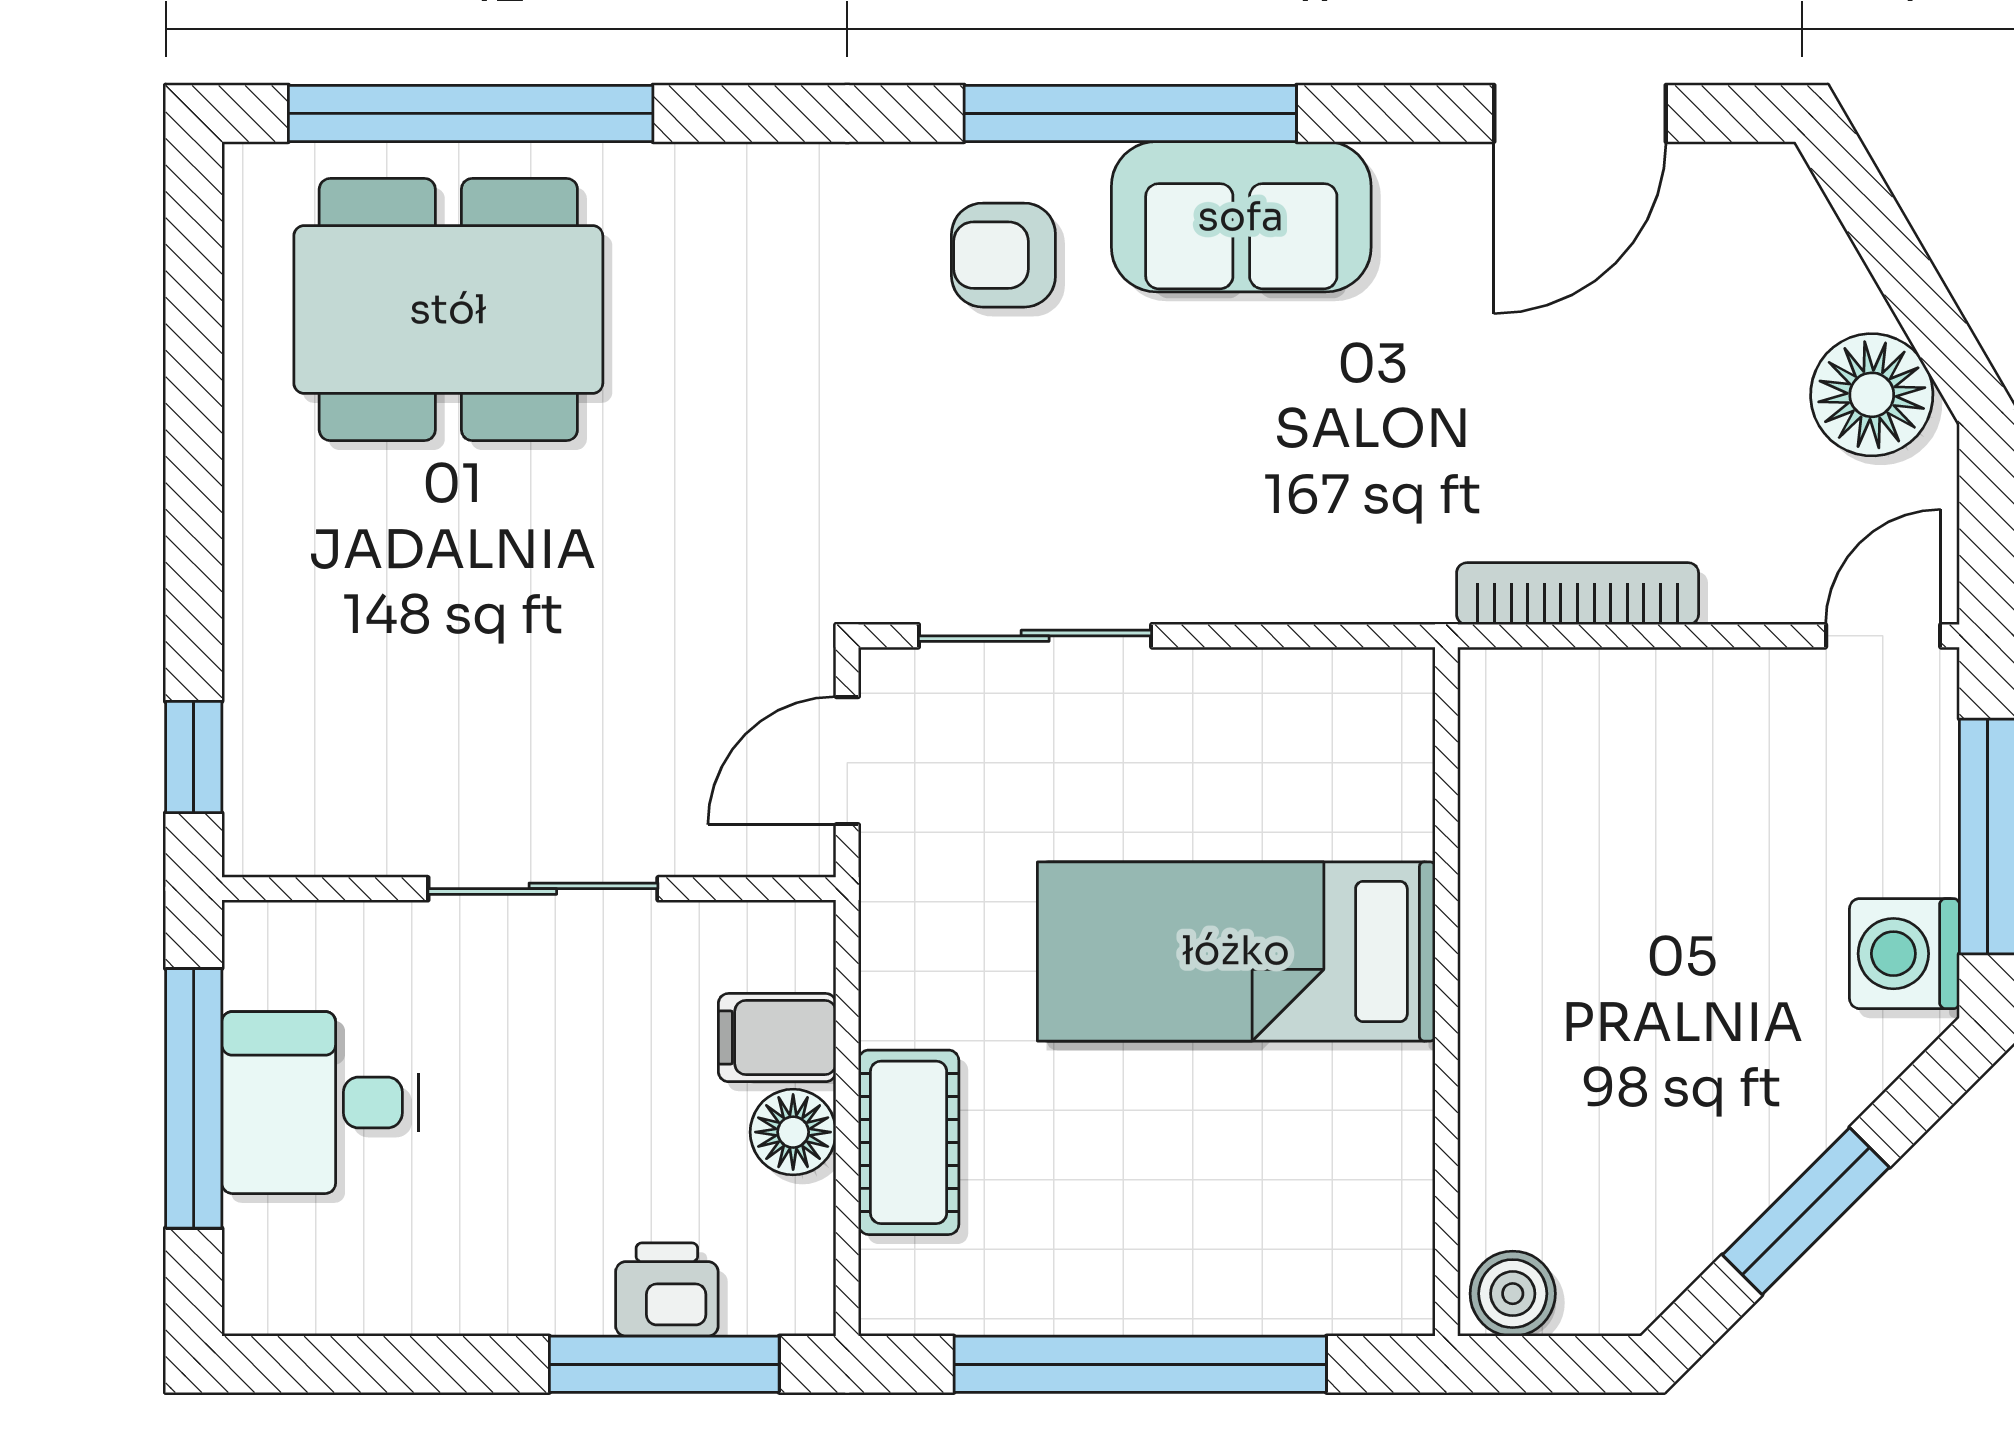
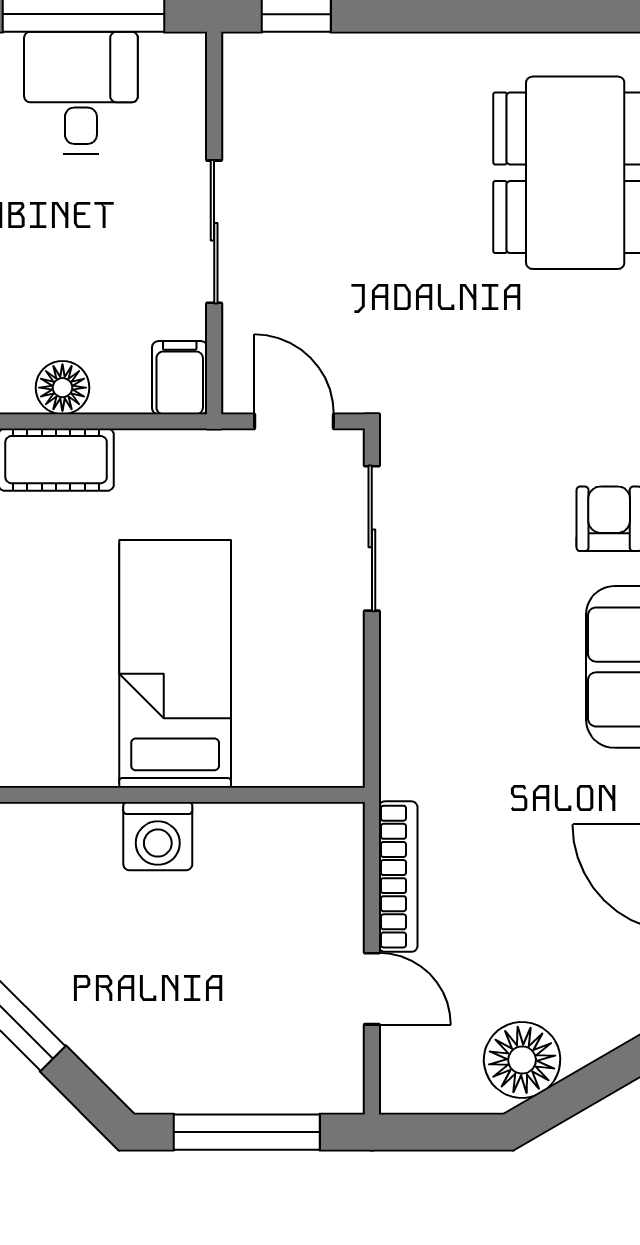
door: (1883, 636) -> (372, 989), moved
washing machine: (1904, 954) -> (158, 836), moved, turned 180
filing cabinet: (777, 1038) -> (180, 378), moved

